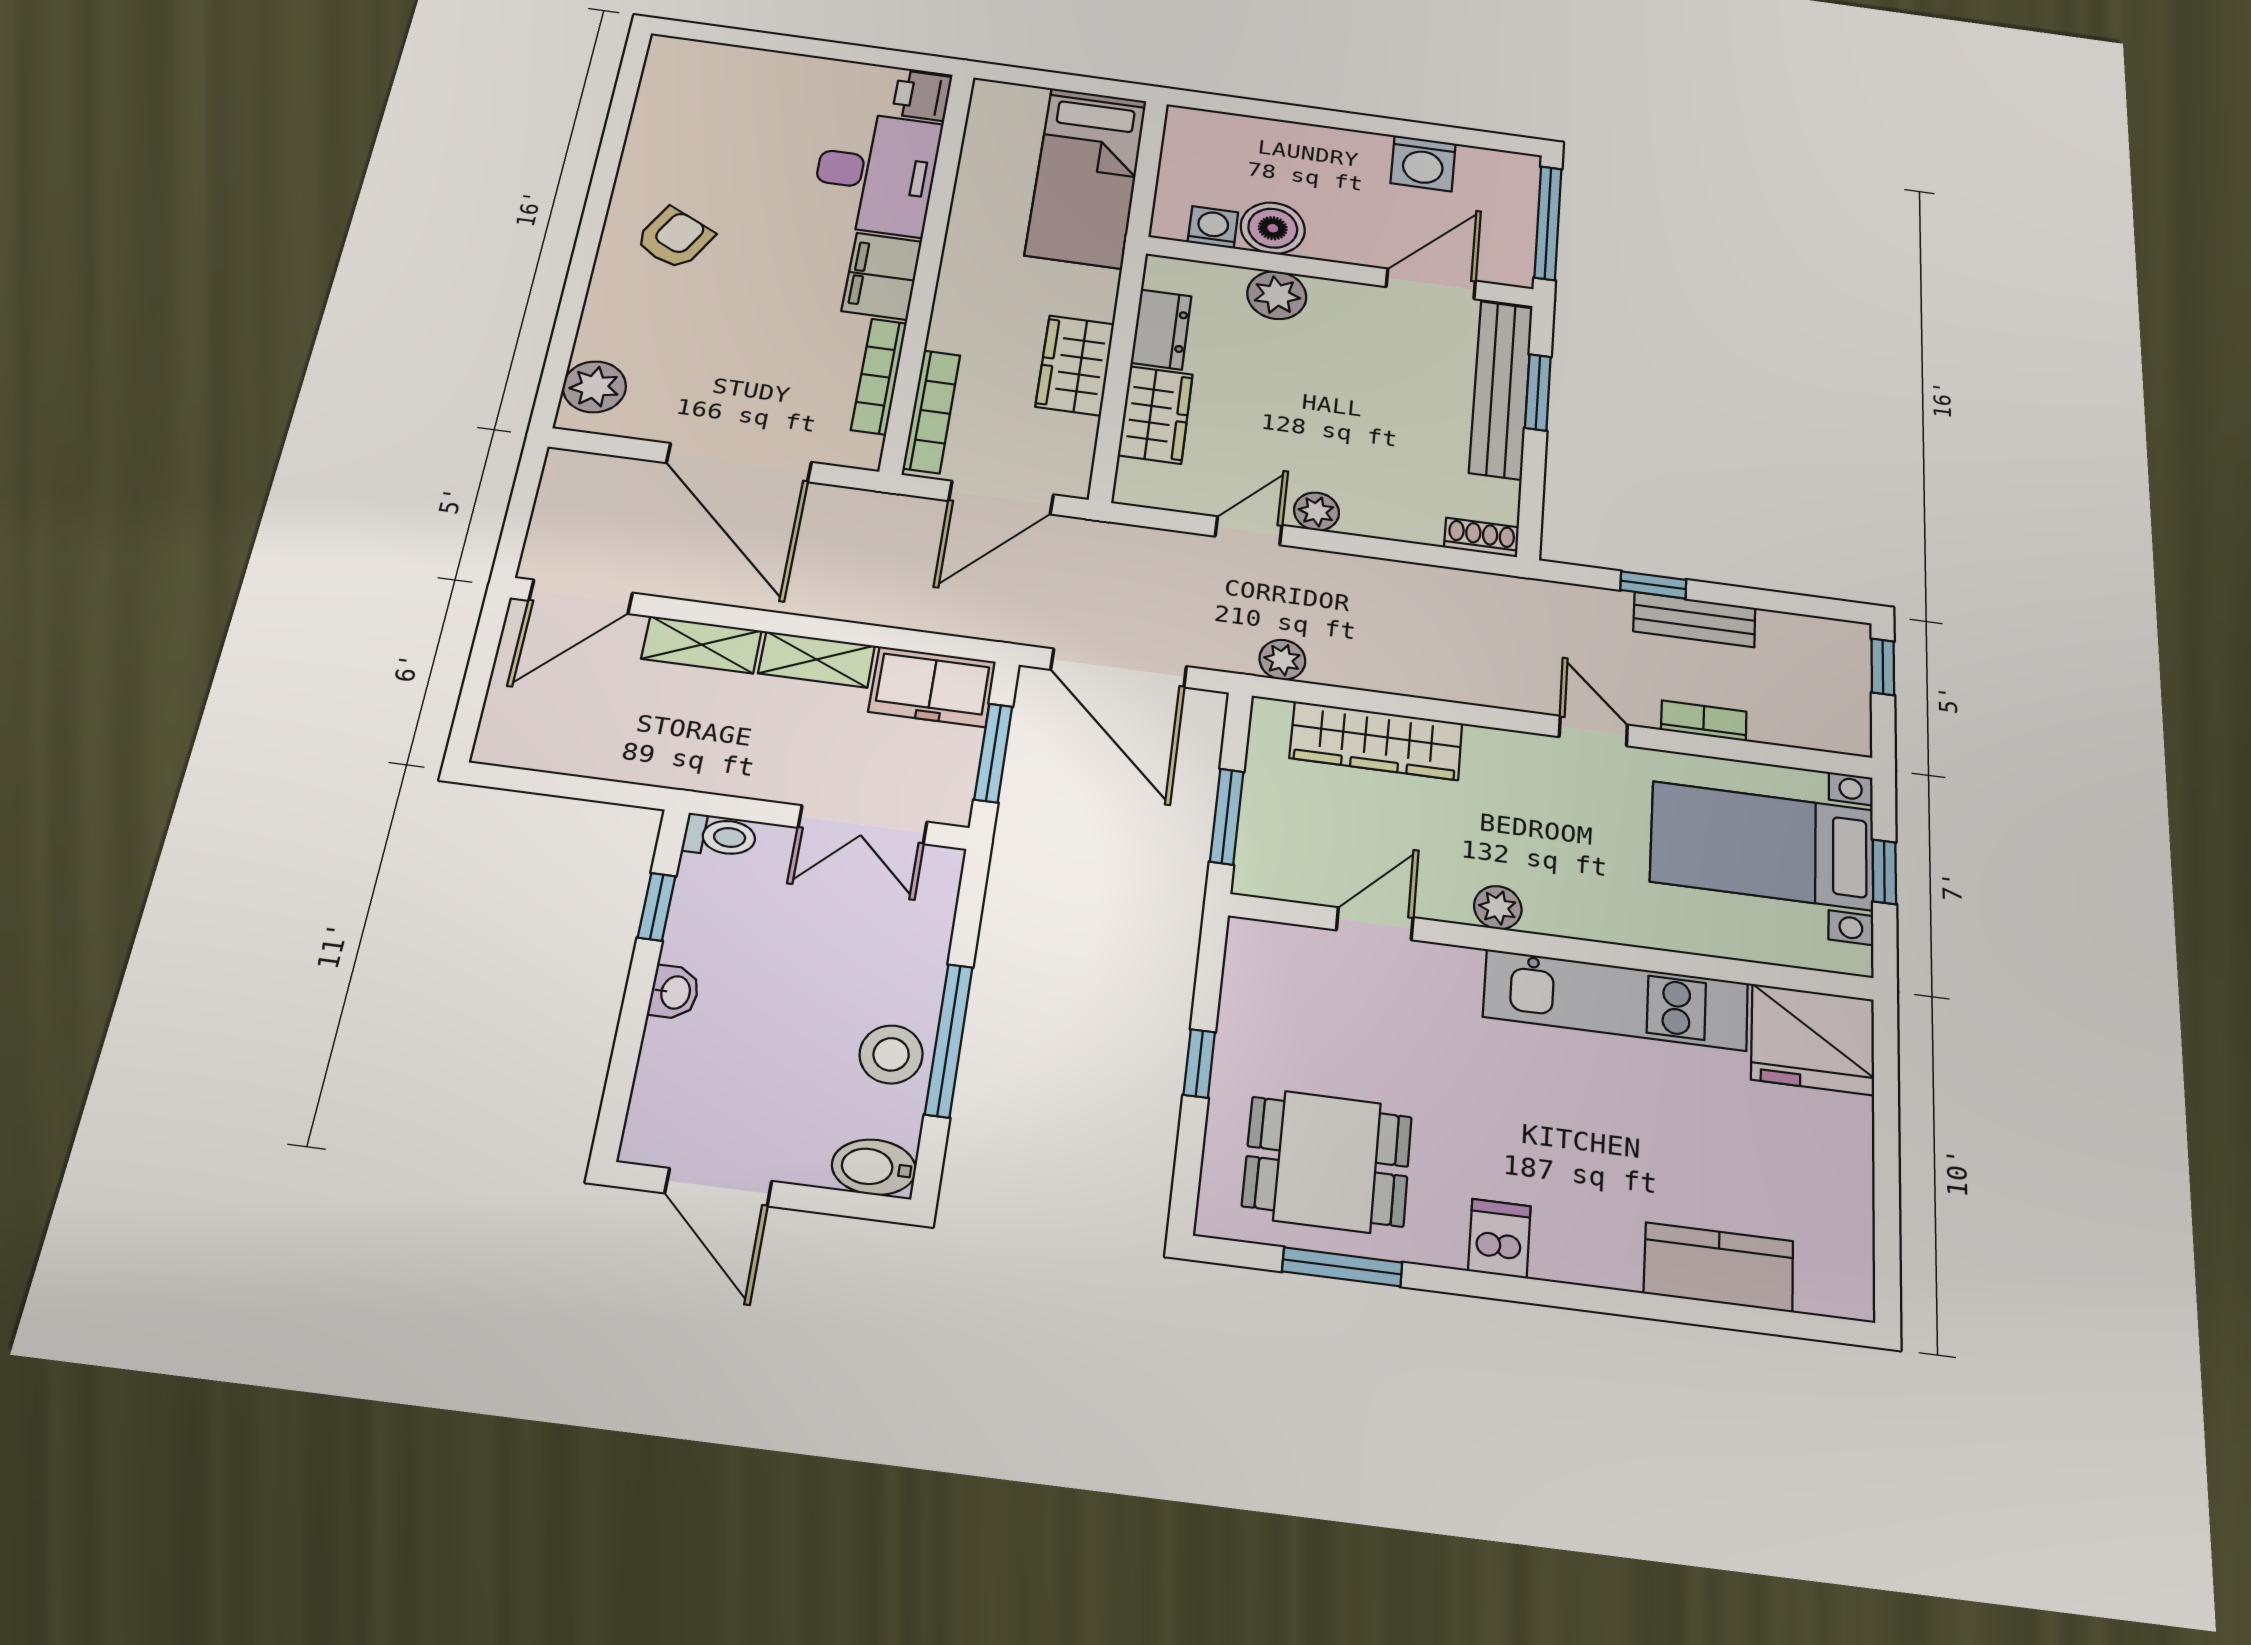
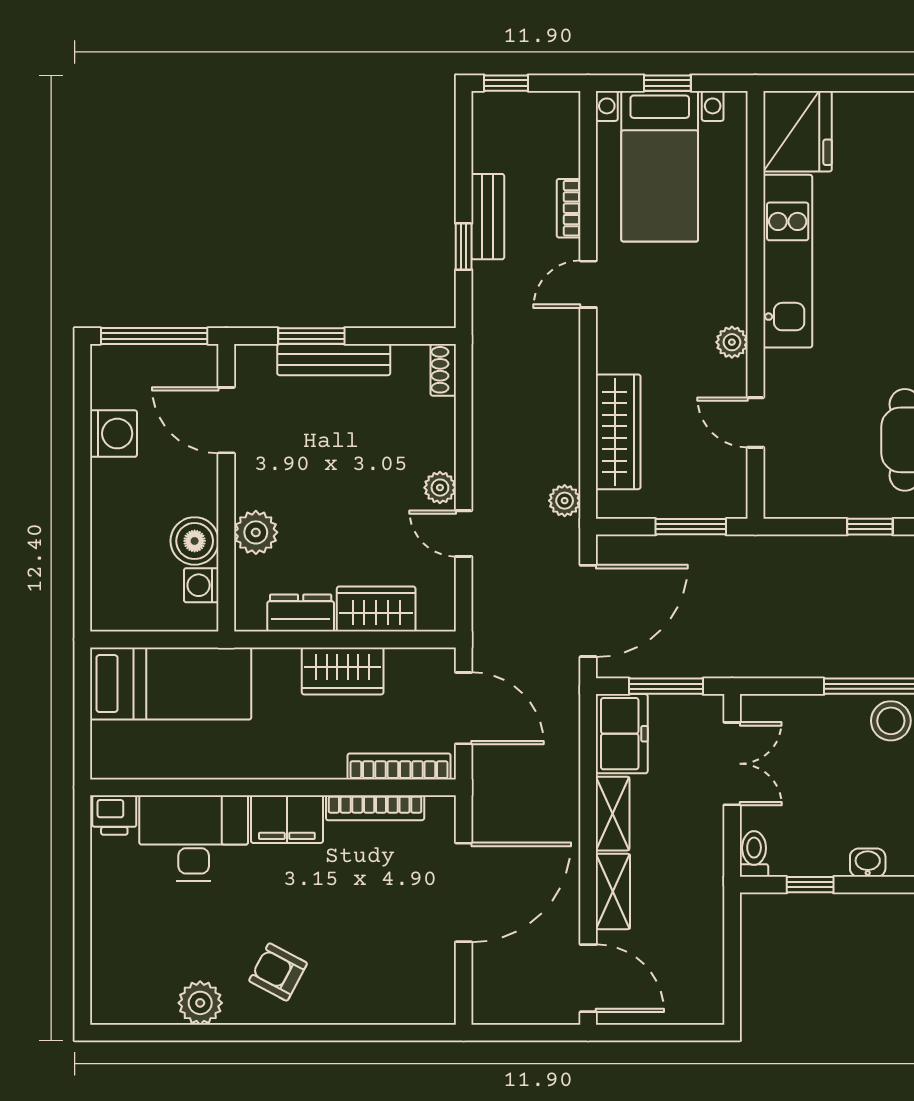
plant: (594, 387) -> (200, 1003), moved
bench: (1501, 389) -> (334, 360), width x0.73, depth x0.82

